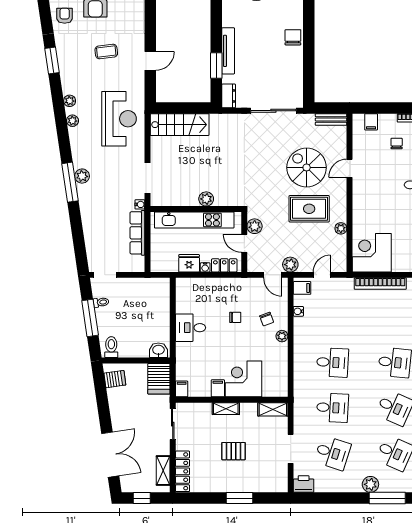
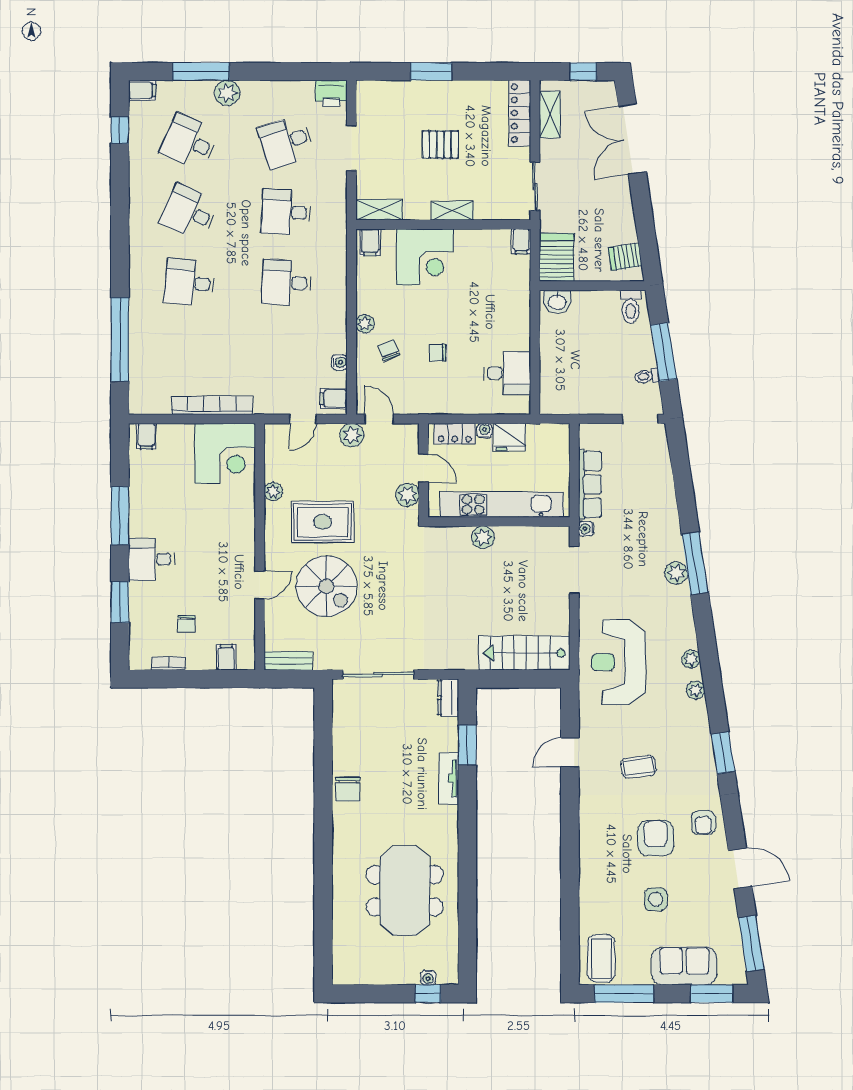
tv unit: (228, 51) -> (449, 778), width x0.71
desk: (191, 328) -> (507, 373), moved
filing cabinet: (218, 388) -> (370, 242), moved
desk: (333, 453) -> (286, 142), turned -36

